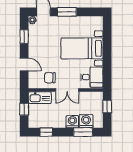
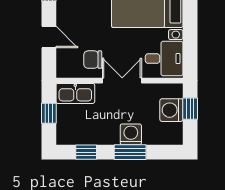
double door: (67, 90) -> (122, 81), swing flipped
washing machine: (86, 121) -> (171, 110), moved, turned -90
window: (83, 132) -> (130, 152), moved

